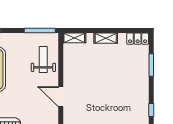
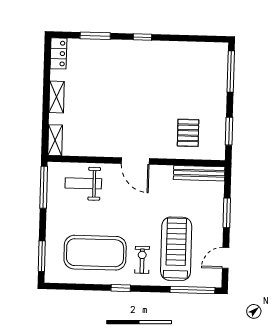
door: (61, 97) -> (135, 161), hinge flipped
window: (151, 110) -> (142, 37), moved

